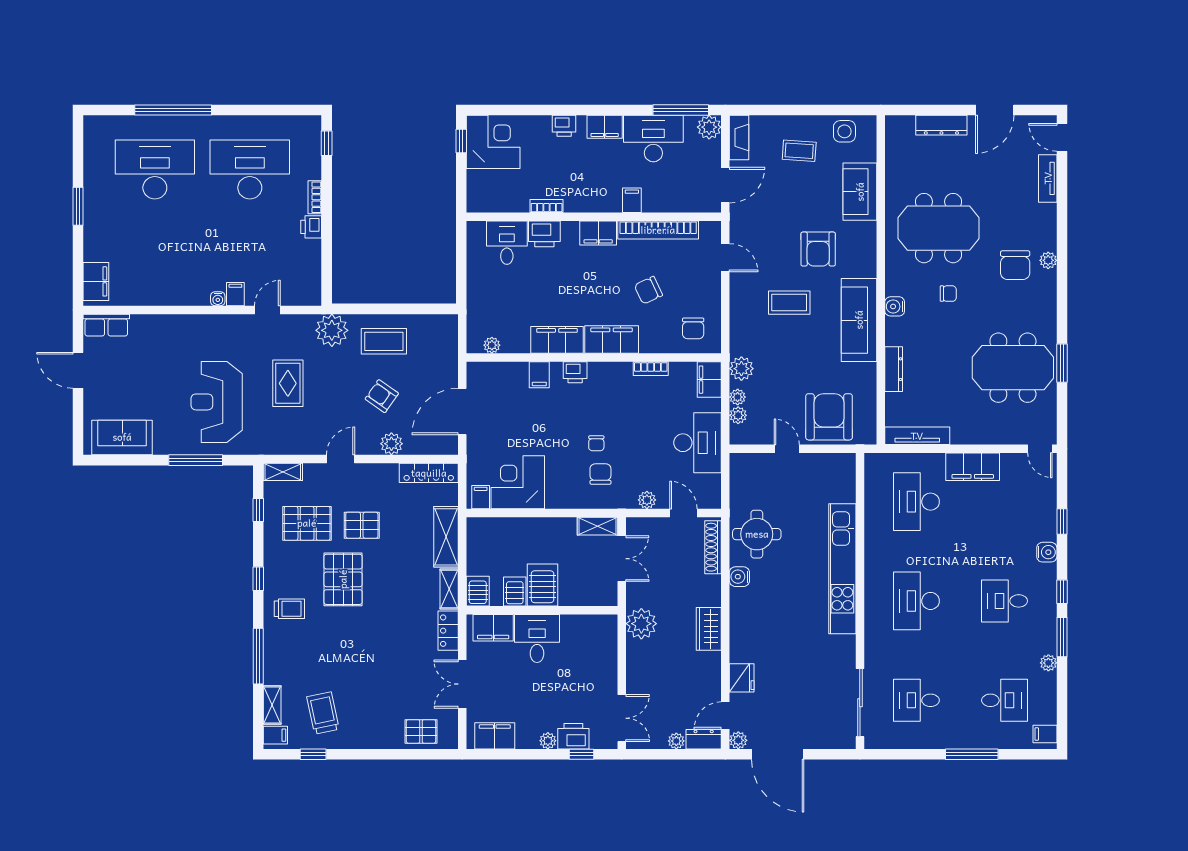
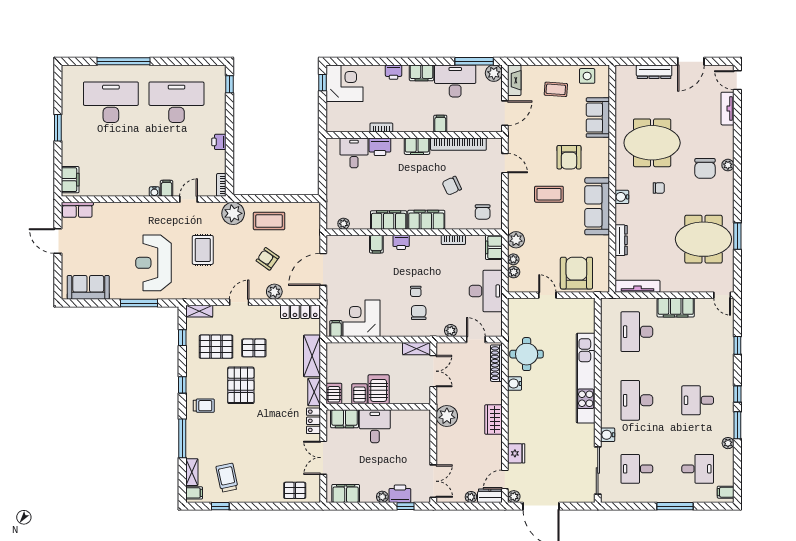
bookcase: (315, 197) -> (221, 185), moved
water cooler: (1047, 552) -> (608, 435), moved, turned 180

